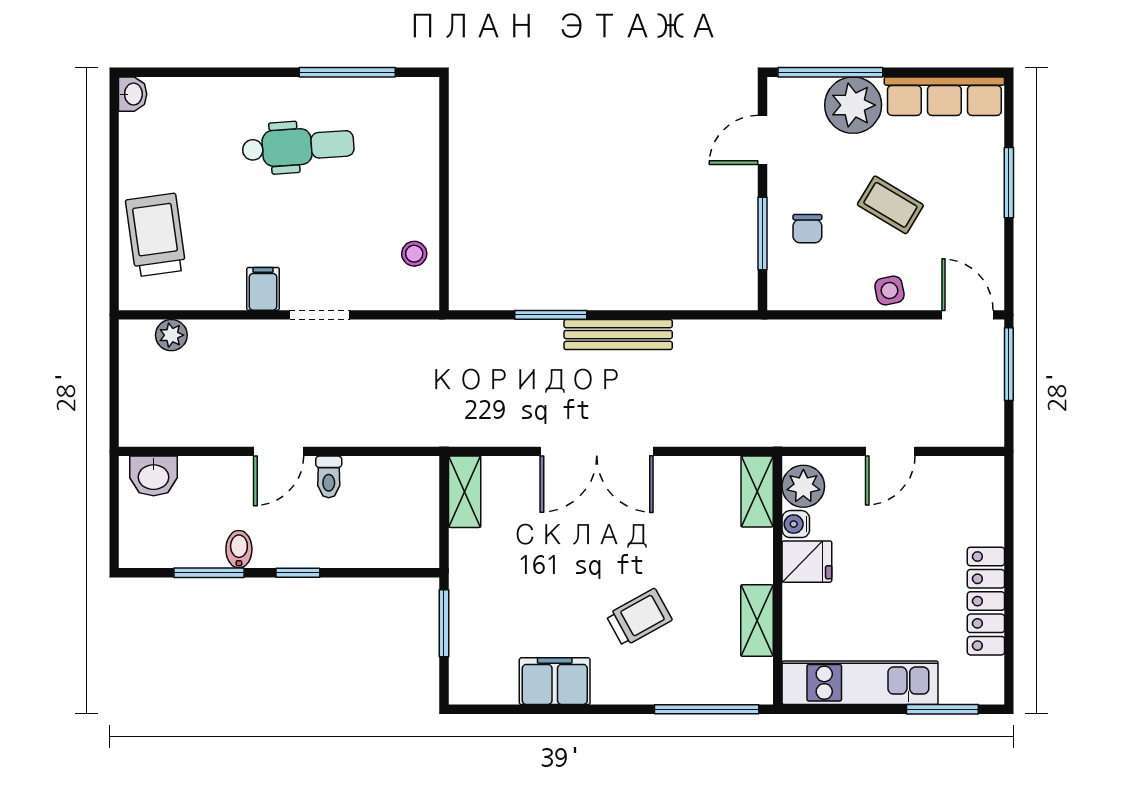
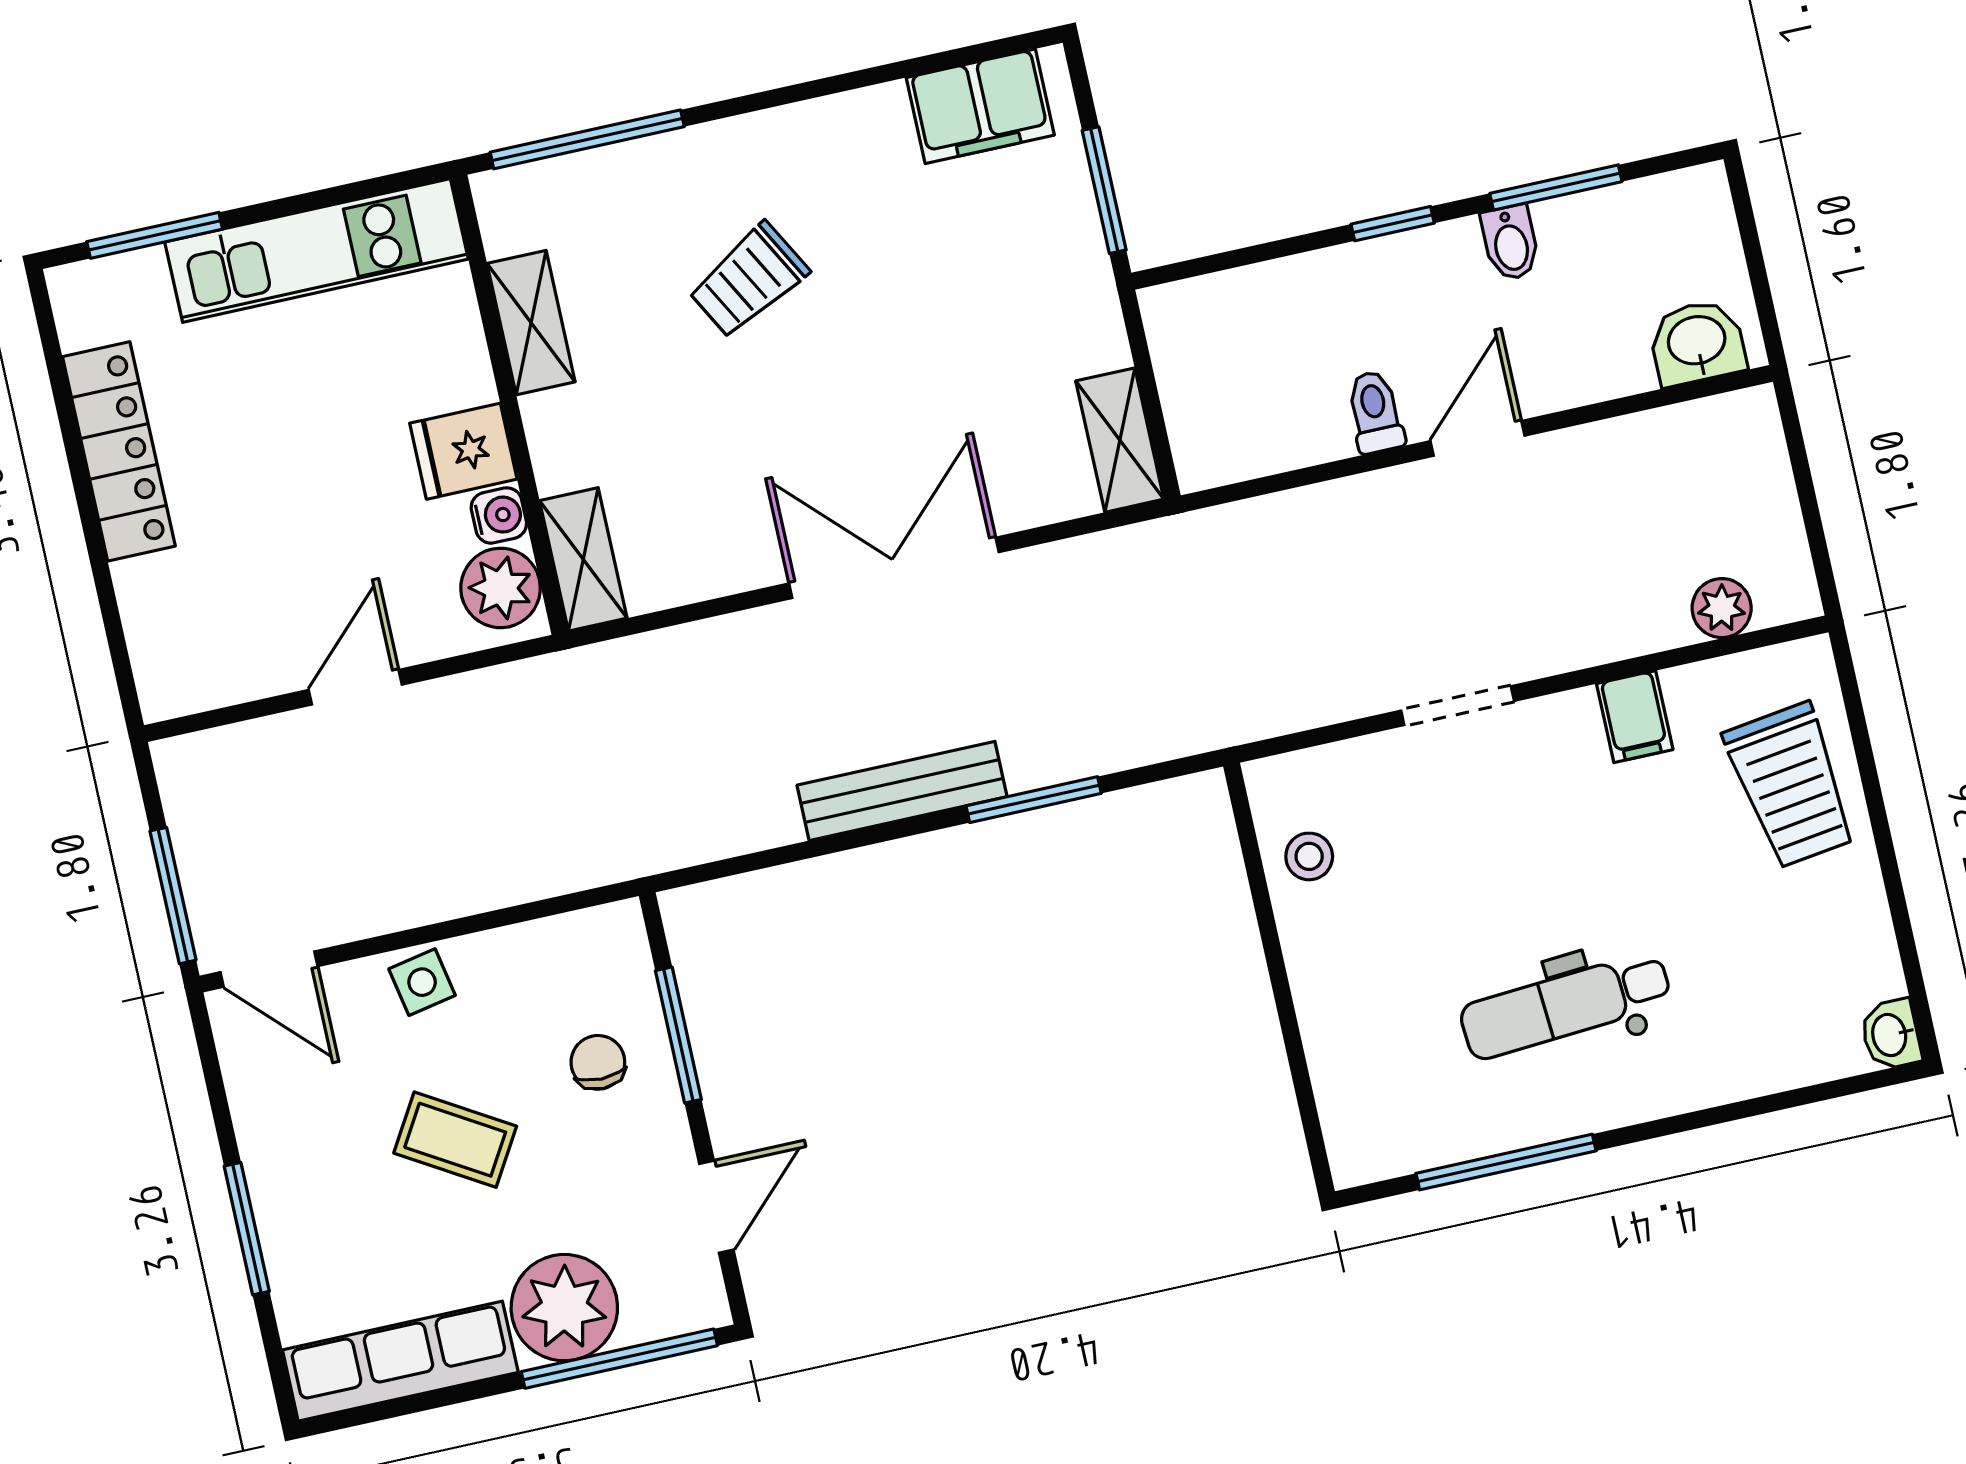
filing cabinet: (263, 289) -> (1635, 717), moved
filing cabinet: (555, 681) -> (980, 106), moved

